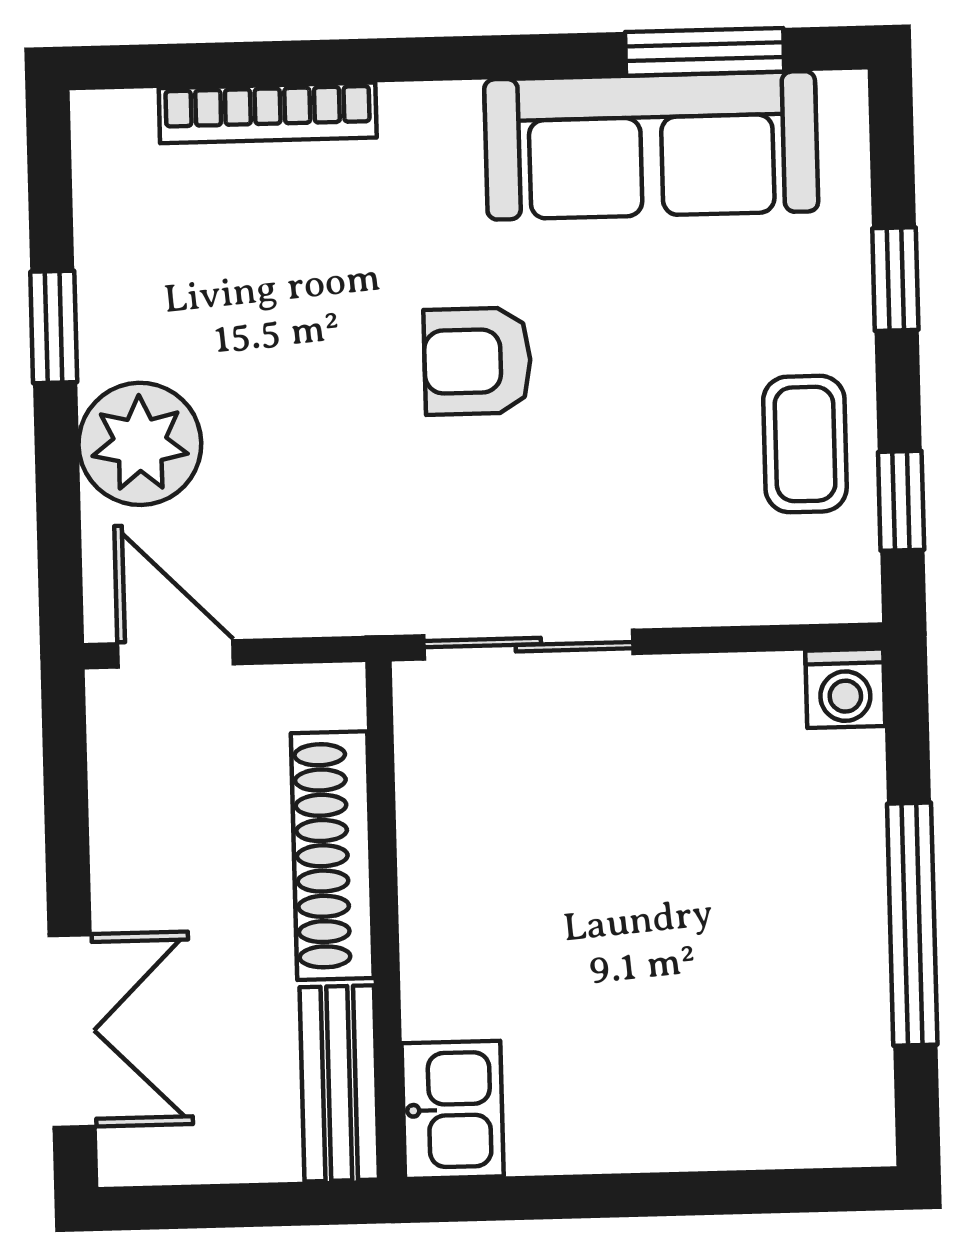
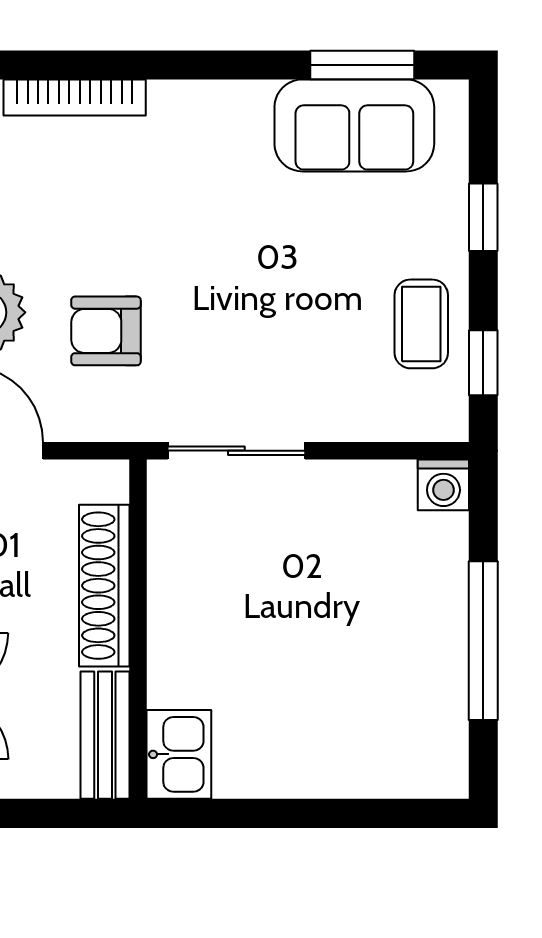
sofa: (651, 145) -> (354, 125), width x0.73
armchair: (477, 361) -> (106, 331), moved

